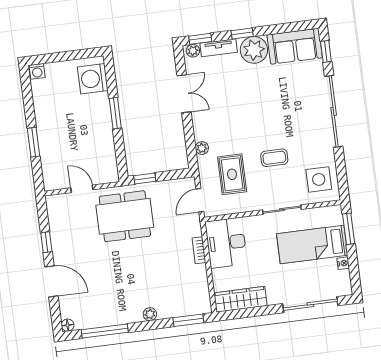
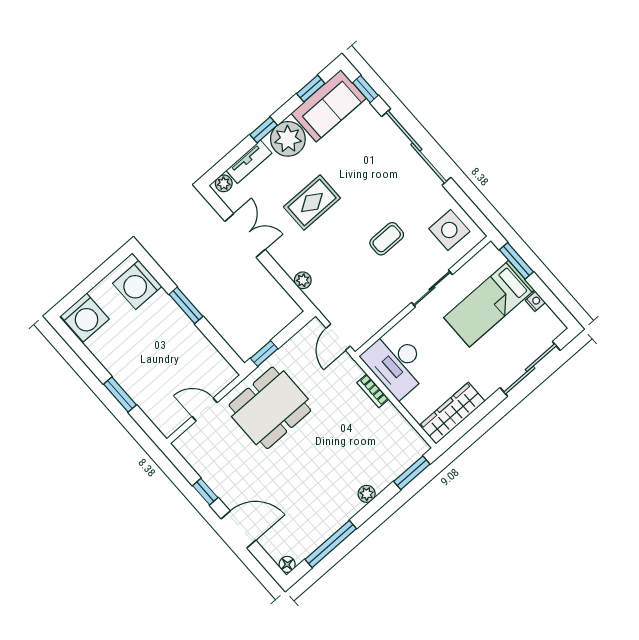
window: (200, 39) -> (311, 89), moved
washing machine: (37, 71) -> (85, 318), width x1.89, depth x1.89
rug: (232, 174) -> (312, 203), moved, turned 90

